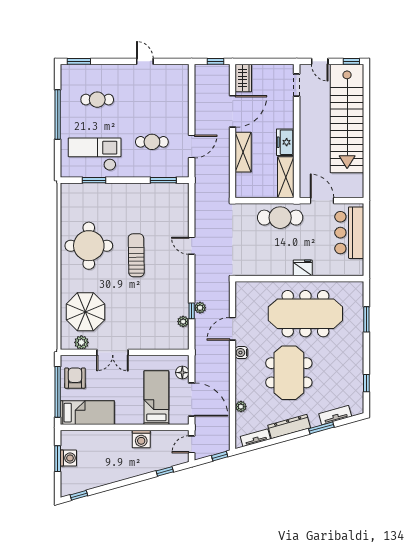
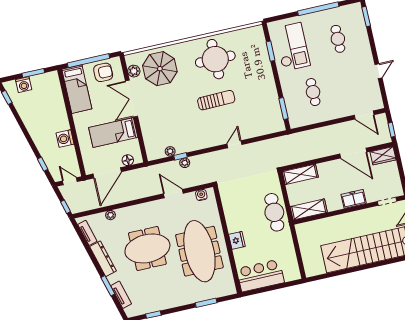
freezer: (285, 142) -> (354, 199), moved
door: (192, 146) -> (364, 115), moved
shelving: (243, 152) -> (300, 174), moved
door: (322, 201) -> (296, 244), removed
bar counter: (349, 233) -> (260, 276), moved
double door: (113, 352) -> (131, 99), width x1.37
water cooler: (241, 353) -> (201, 195), moved
bed: (156, 398) -> (113, 133), moved, turned 180
washing machine: (68, 458) -> (24, 85), moved

